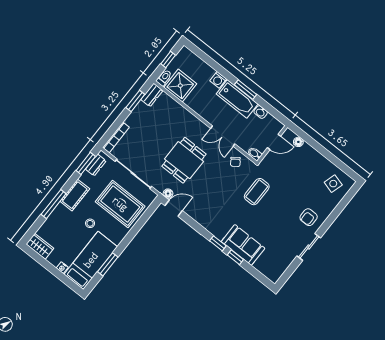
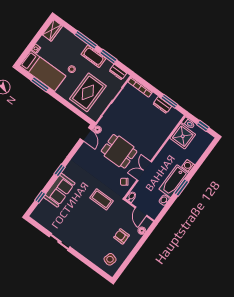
dresser: (152, 95) -> (162, 105), moved
dining table: (184, 160) -> (119, 151), moved
window: (86, 163) -> (108, 56), moved
armchair: (309, 217) -> (122, 236), moved
window: (235, 257) -> (40, 197), moved

